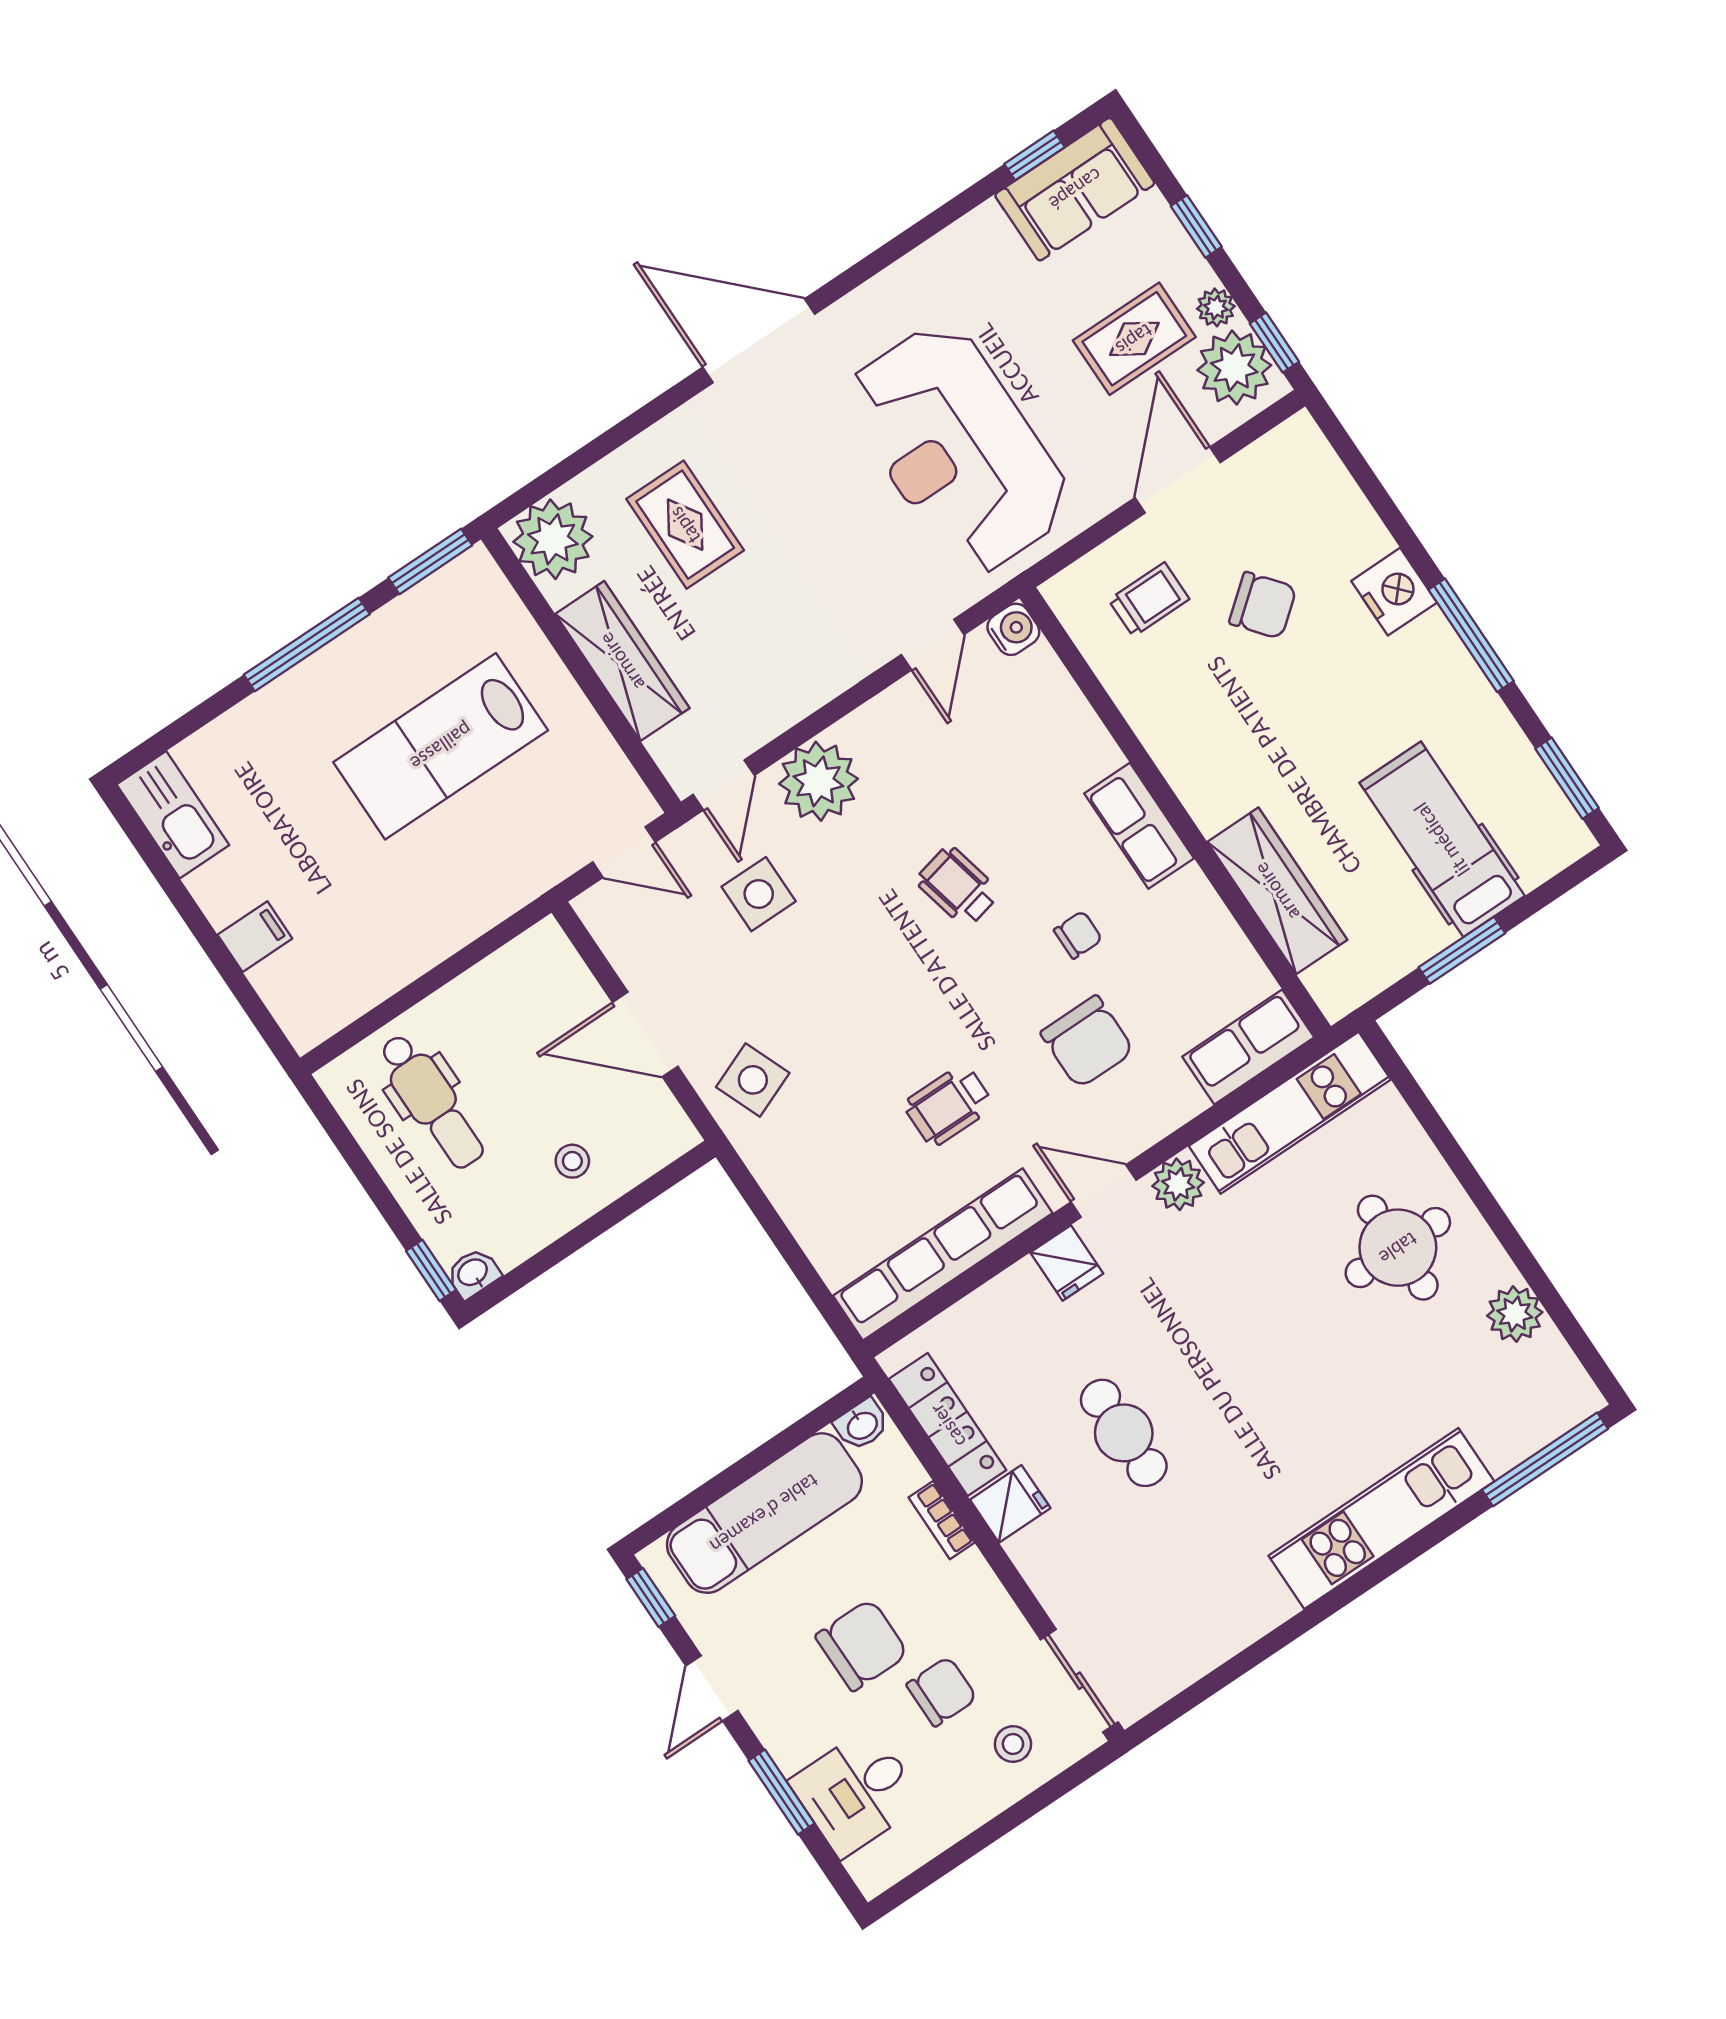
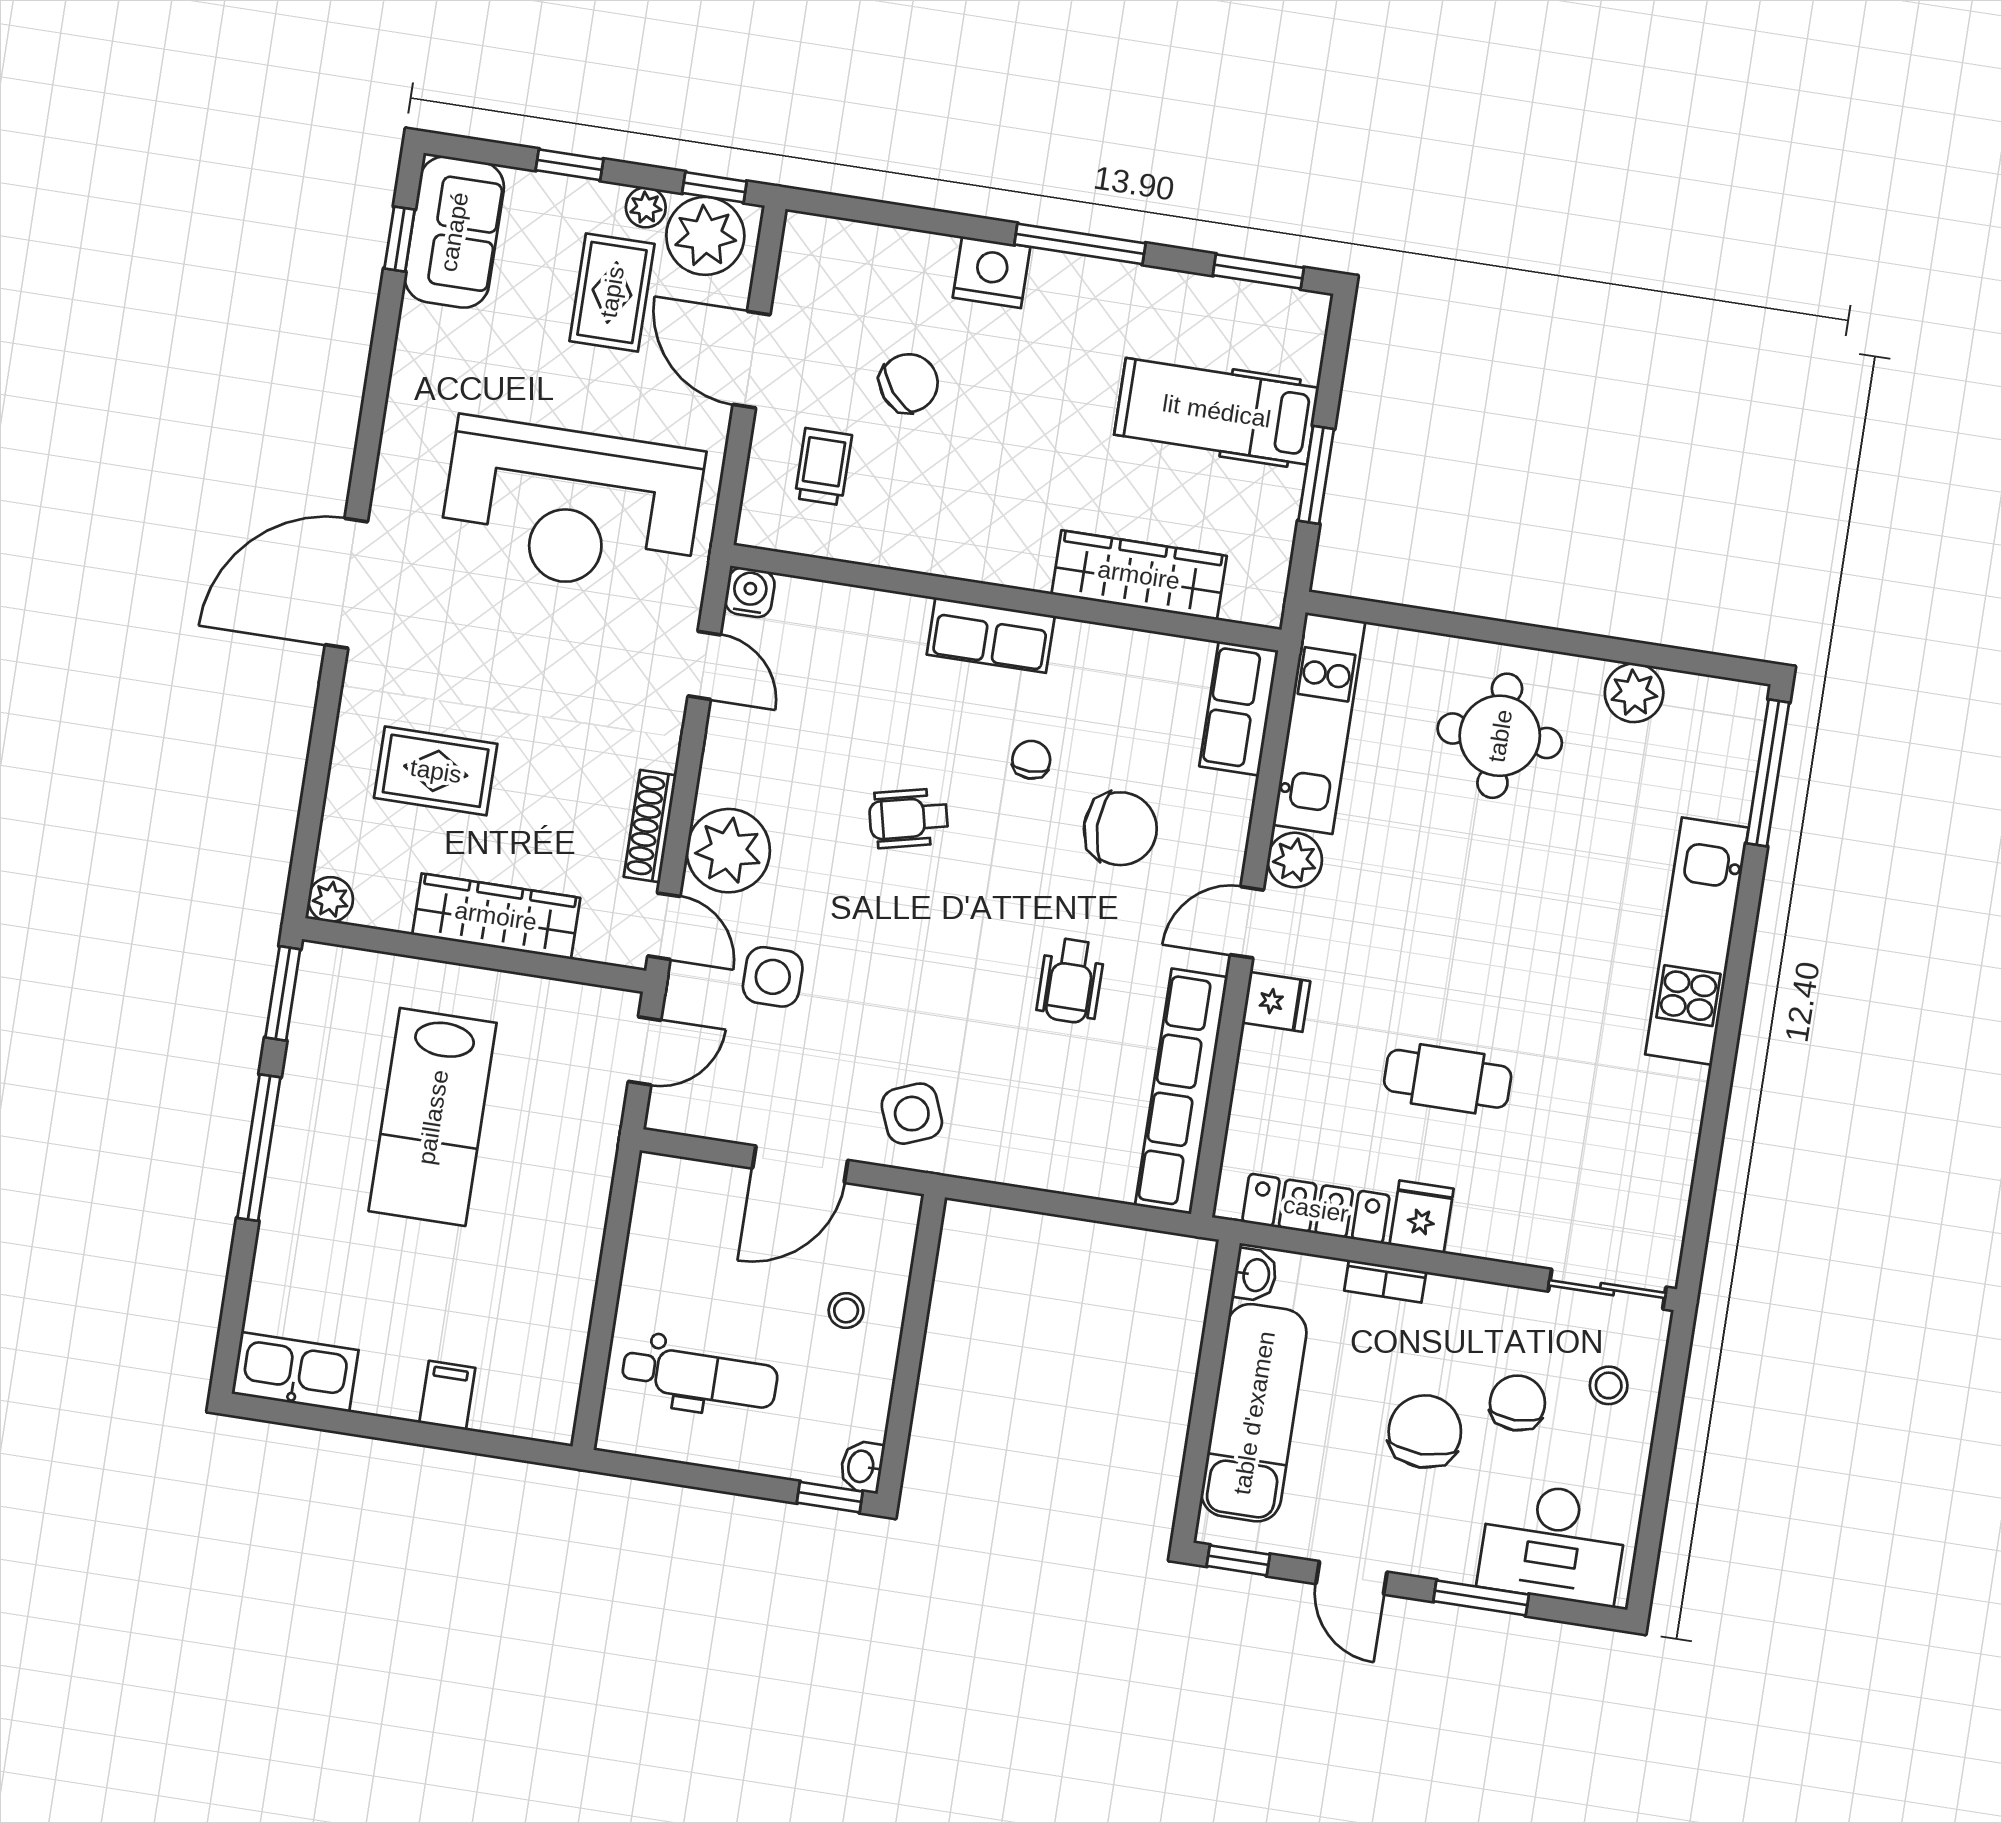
plant: (553, 539) -> (331, 899), width x0.53, depth x0.53
shoe rack: (785, 711) -> (650, 826), added
desk: (856, 1792) -> (1553, 1543), width x1.37

